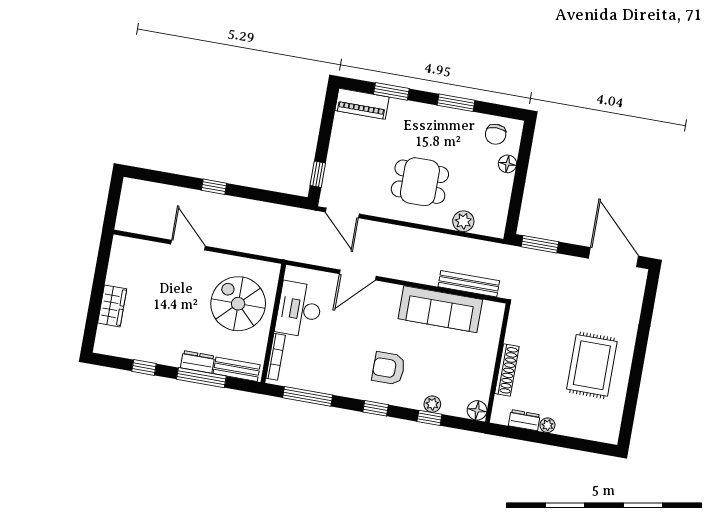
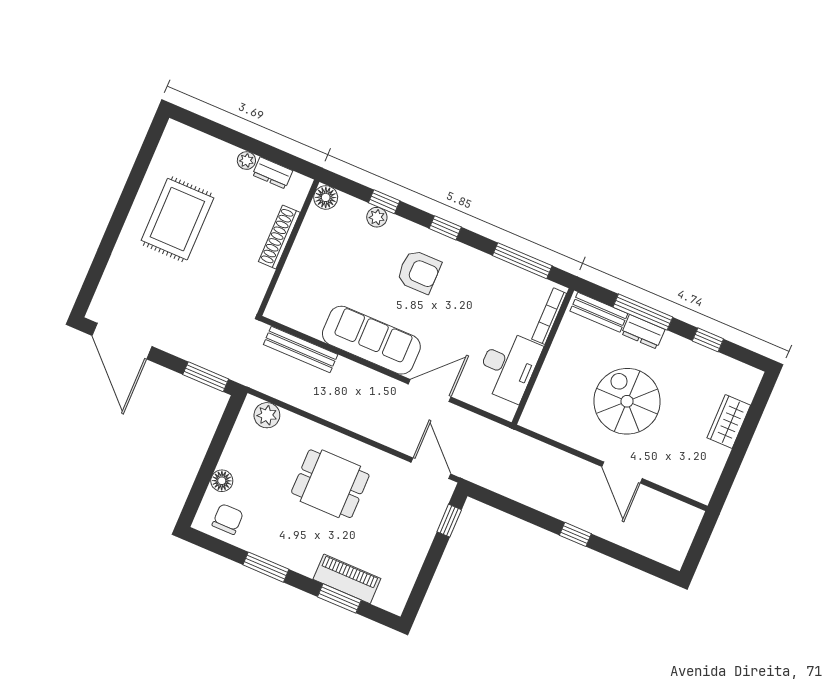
piano: (362, 104) -> (347, 579), moved
plant: (463, 221) -> (267, 415), moved
spiral stairs: (238, 304) -> (627, 401), moved, turned 180
sofa: (440, 309) -> (371, 340), moved

